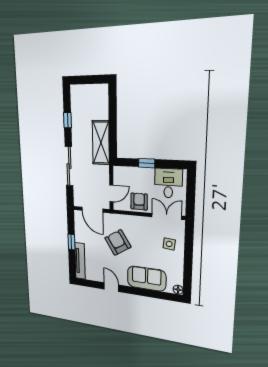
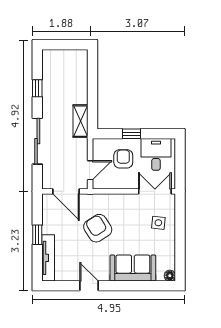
shelving: (101, 143) -> (81, 121), width x0.67, depth x0.75
armchair: (139, 201) -> (123, 159), moved

